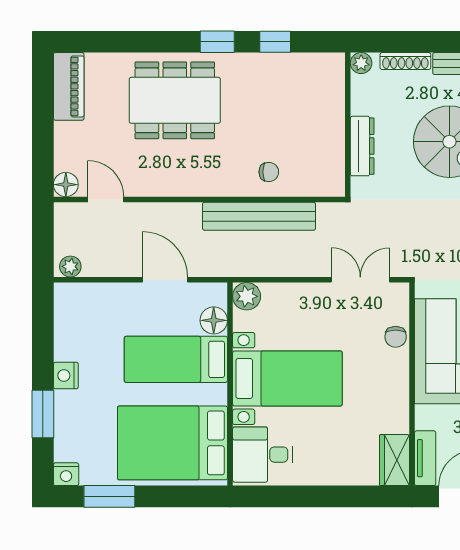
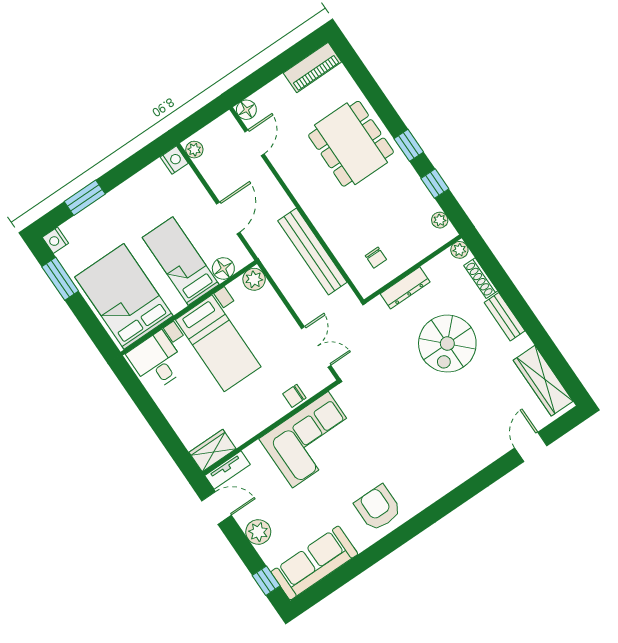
plant: (316, 62) -> (440, 220), added
chair: (269, 172) -> (376, 258), moved
nightstand: (66, 376) -> (174, 160), moved, turned 90

